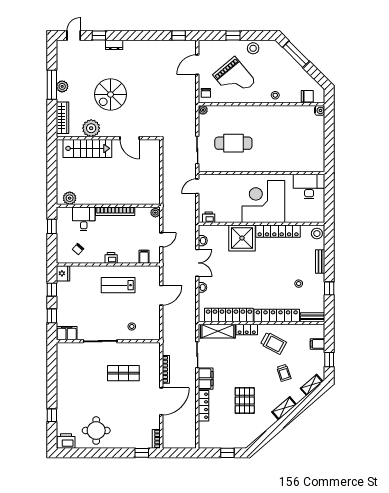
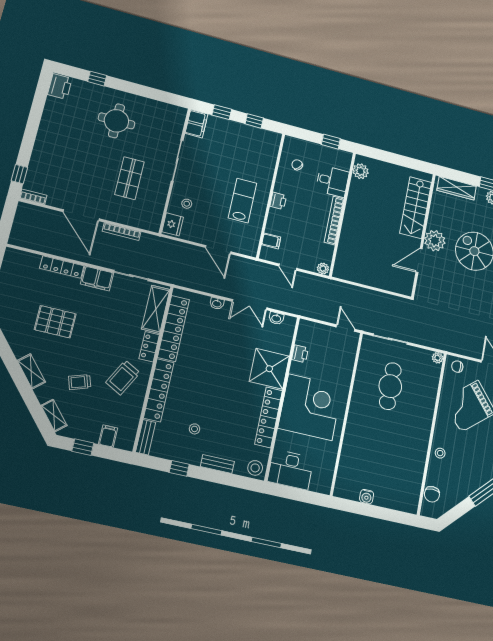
water cooler: (320, 110) -> (367, 497), moved
plant: (91, 128) -> (435, 241), moved
desk: (309, 187) -> (291, 470), moved, turned 90
printer: (209, 217) -> (300, 354), moved
fridge: (63, 273) -> (173, 224), moved, turned -90
round table: (96, 431) -> (116, 121), moved

